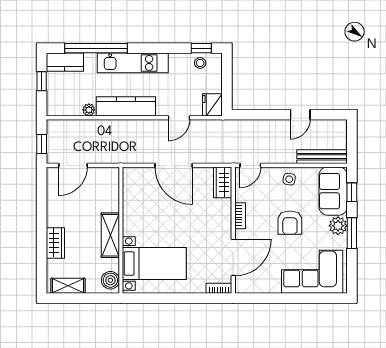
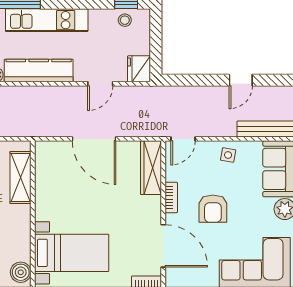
wardrobe: (223, 182) -> (151, 168), width x1.50
armchair: (290, 223) -> (213, 209), moved
shelving: (110, 235) -> (21, 178), moved
door: (233, 257) -> (163, 246), hinge flipped

